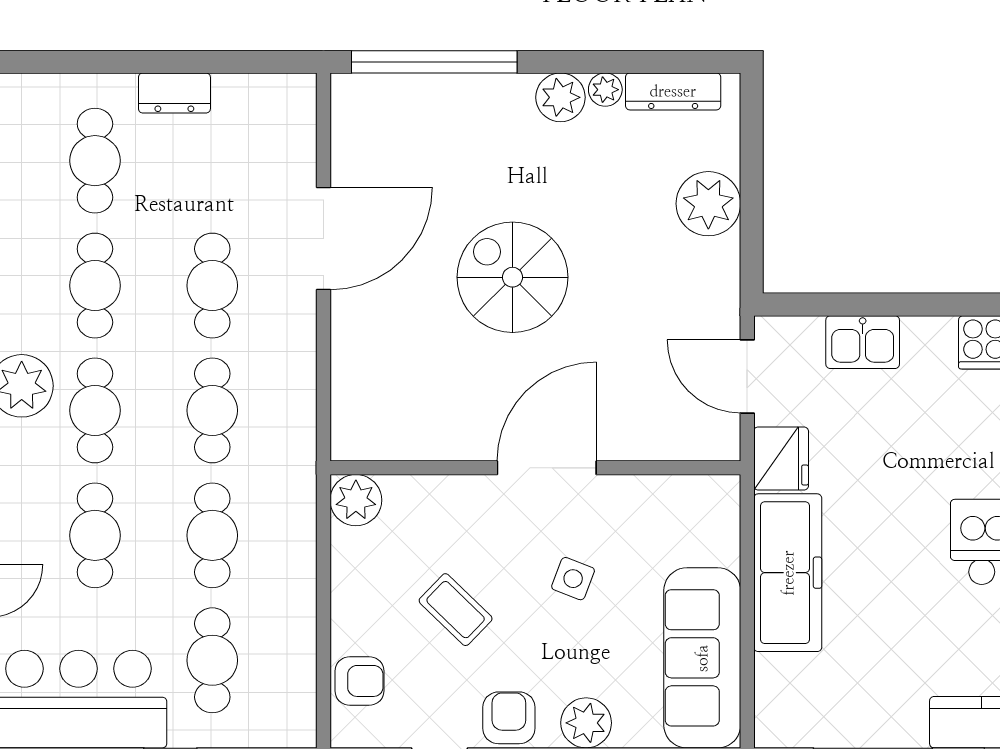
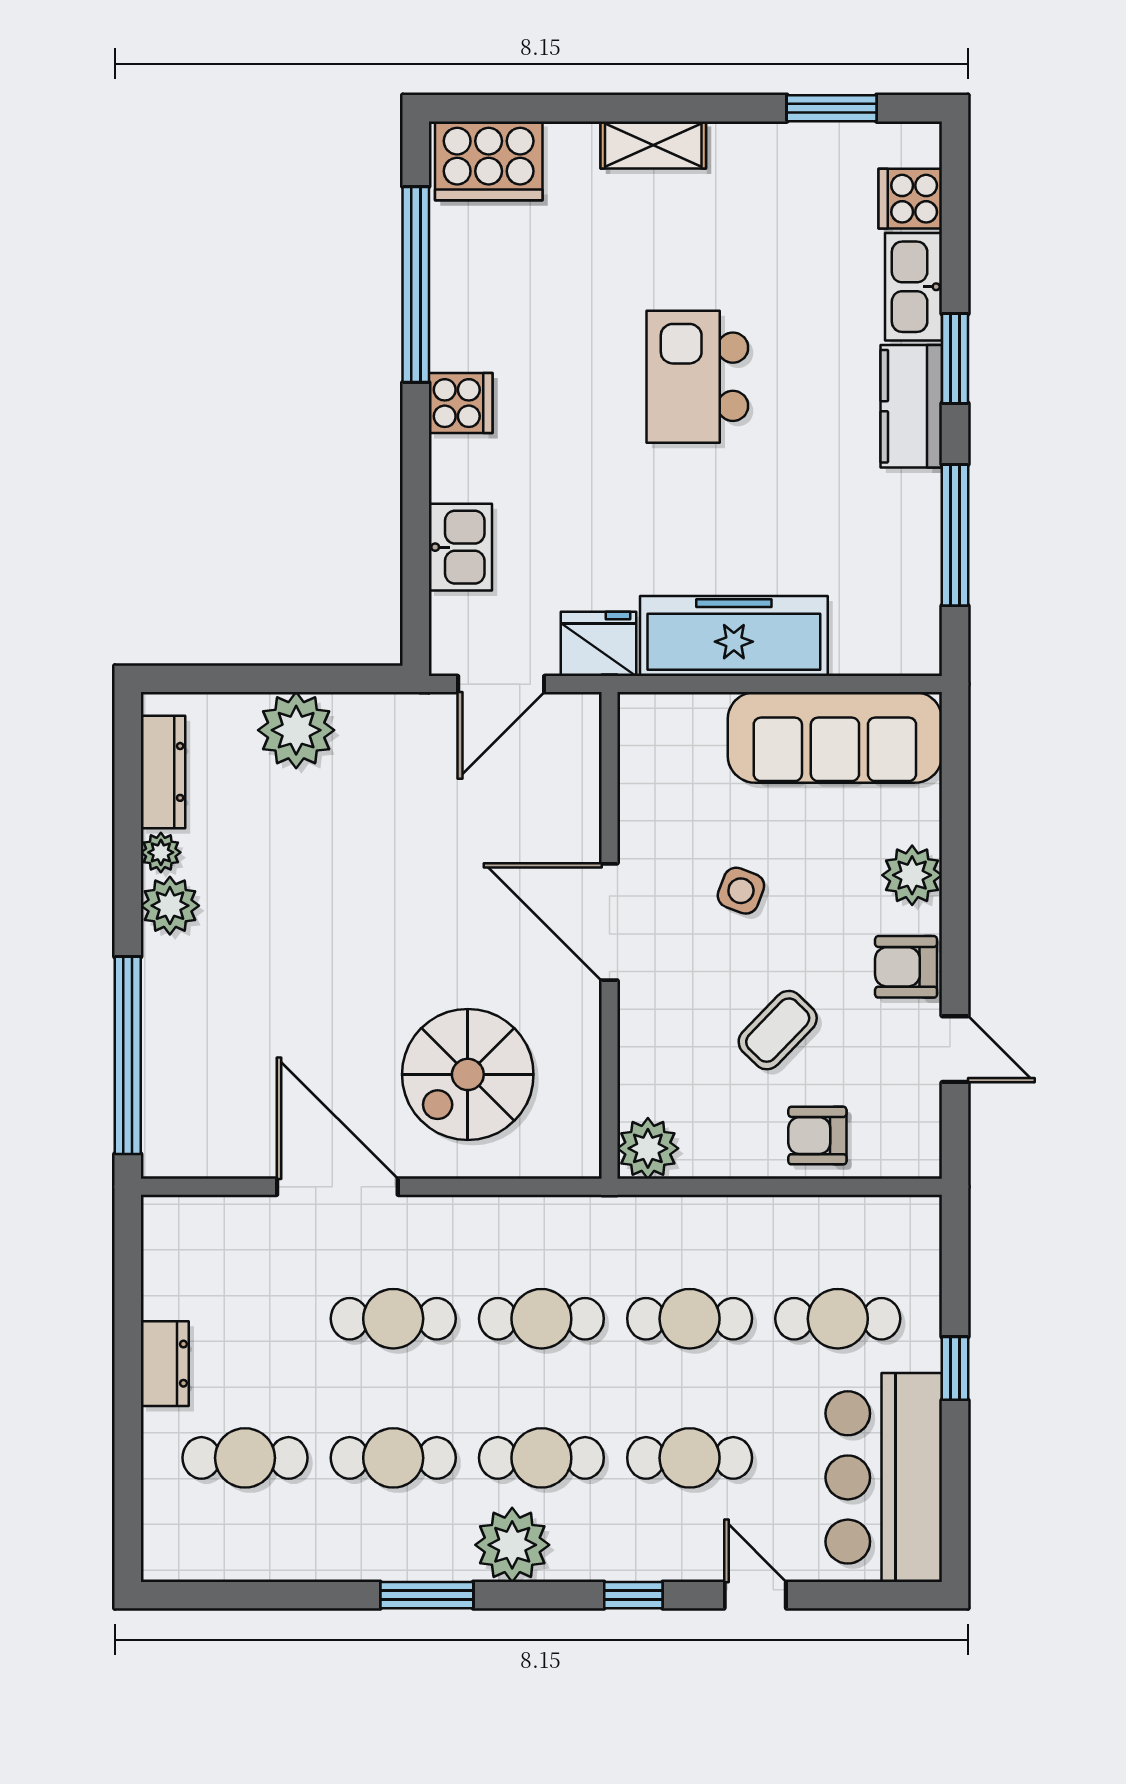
spiral stairs: (513, 277) -> (468, 1074), moved
armchair: (359, 681) -> (817, 1136), moved, turned -90

